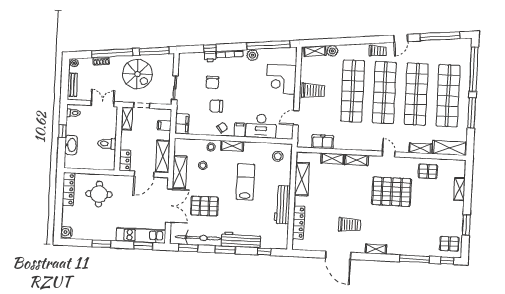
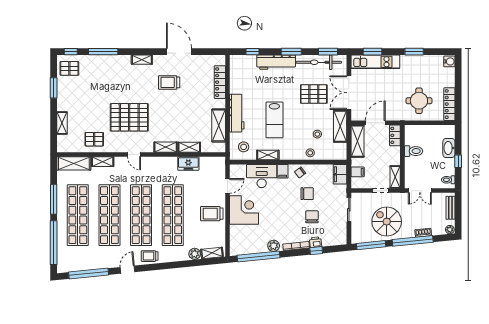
corner desk: (281, 79) -> (244, 210), moved
freezer: (323, 142) -> (188, 163), moved
shelving: (232, 146) -> (268, 155), moved
workbench: (282, 205) -> (237, 113), moved

